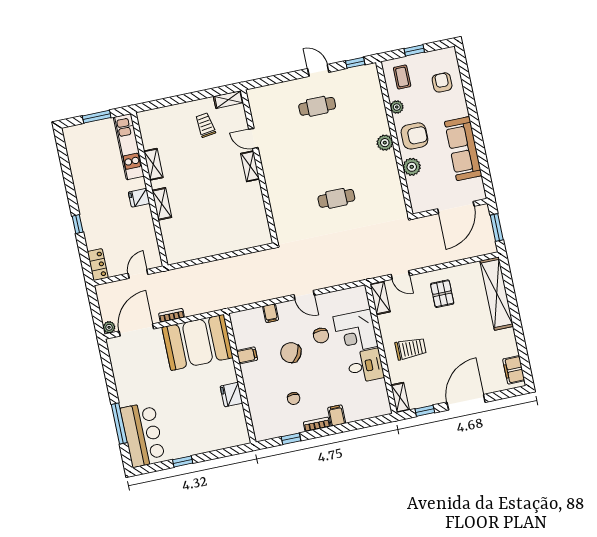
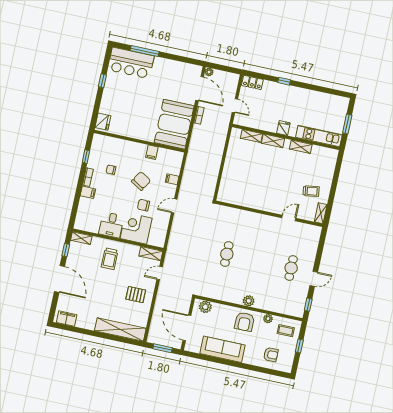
shelving: (250, 166) -> (252, 136), moved
plant: (412, 167) -> (205, 307), moved
fridge: (231, 395) -> (103, 122), moved, turned 90

